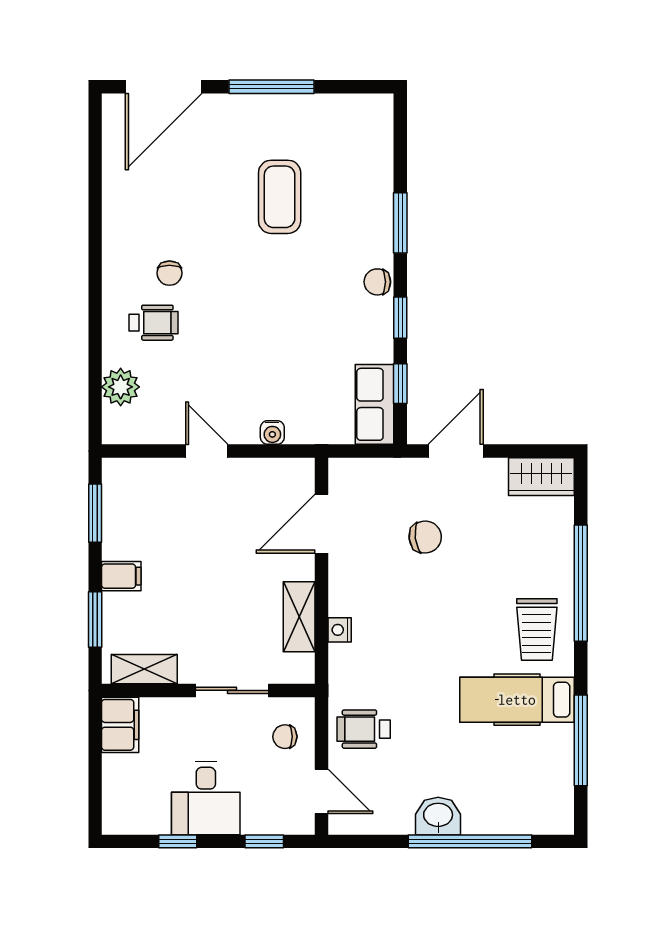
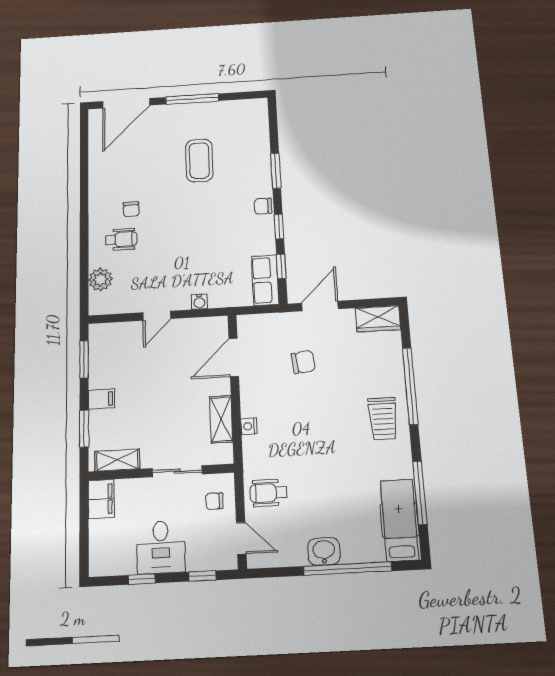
door: (207, 451) -> (157, 316), swing flipped
hospital bed: (517, 700) -> (399, 520), moved, turned 90

